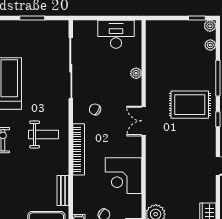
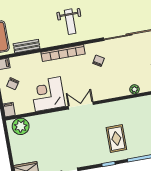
rug: (190, 105) -> (116, 139), width x0.73, depth x0.70
double door: (144, 121) -> (81, 105), moved

